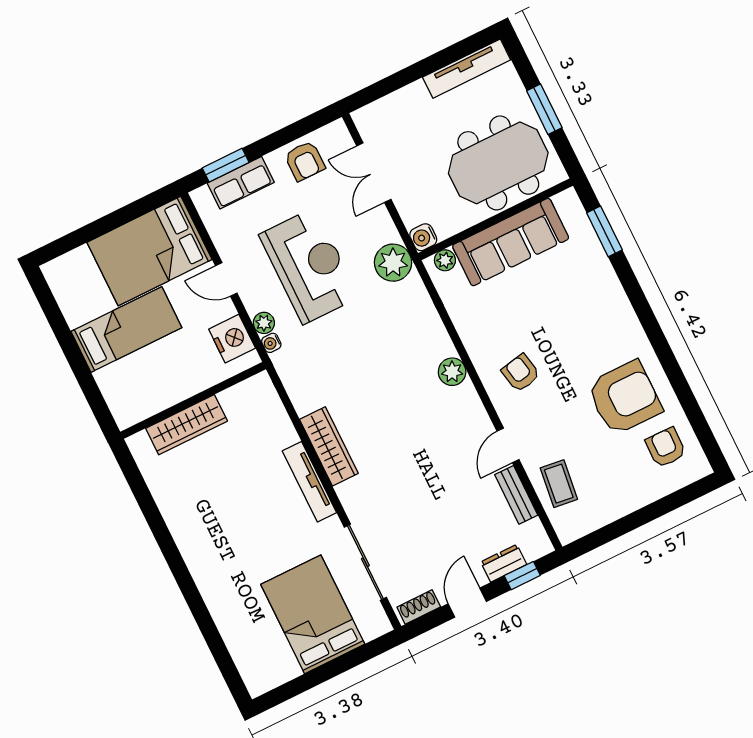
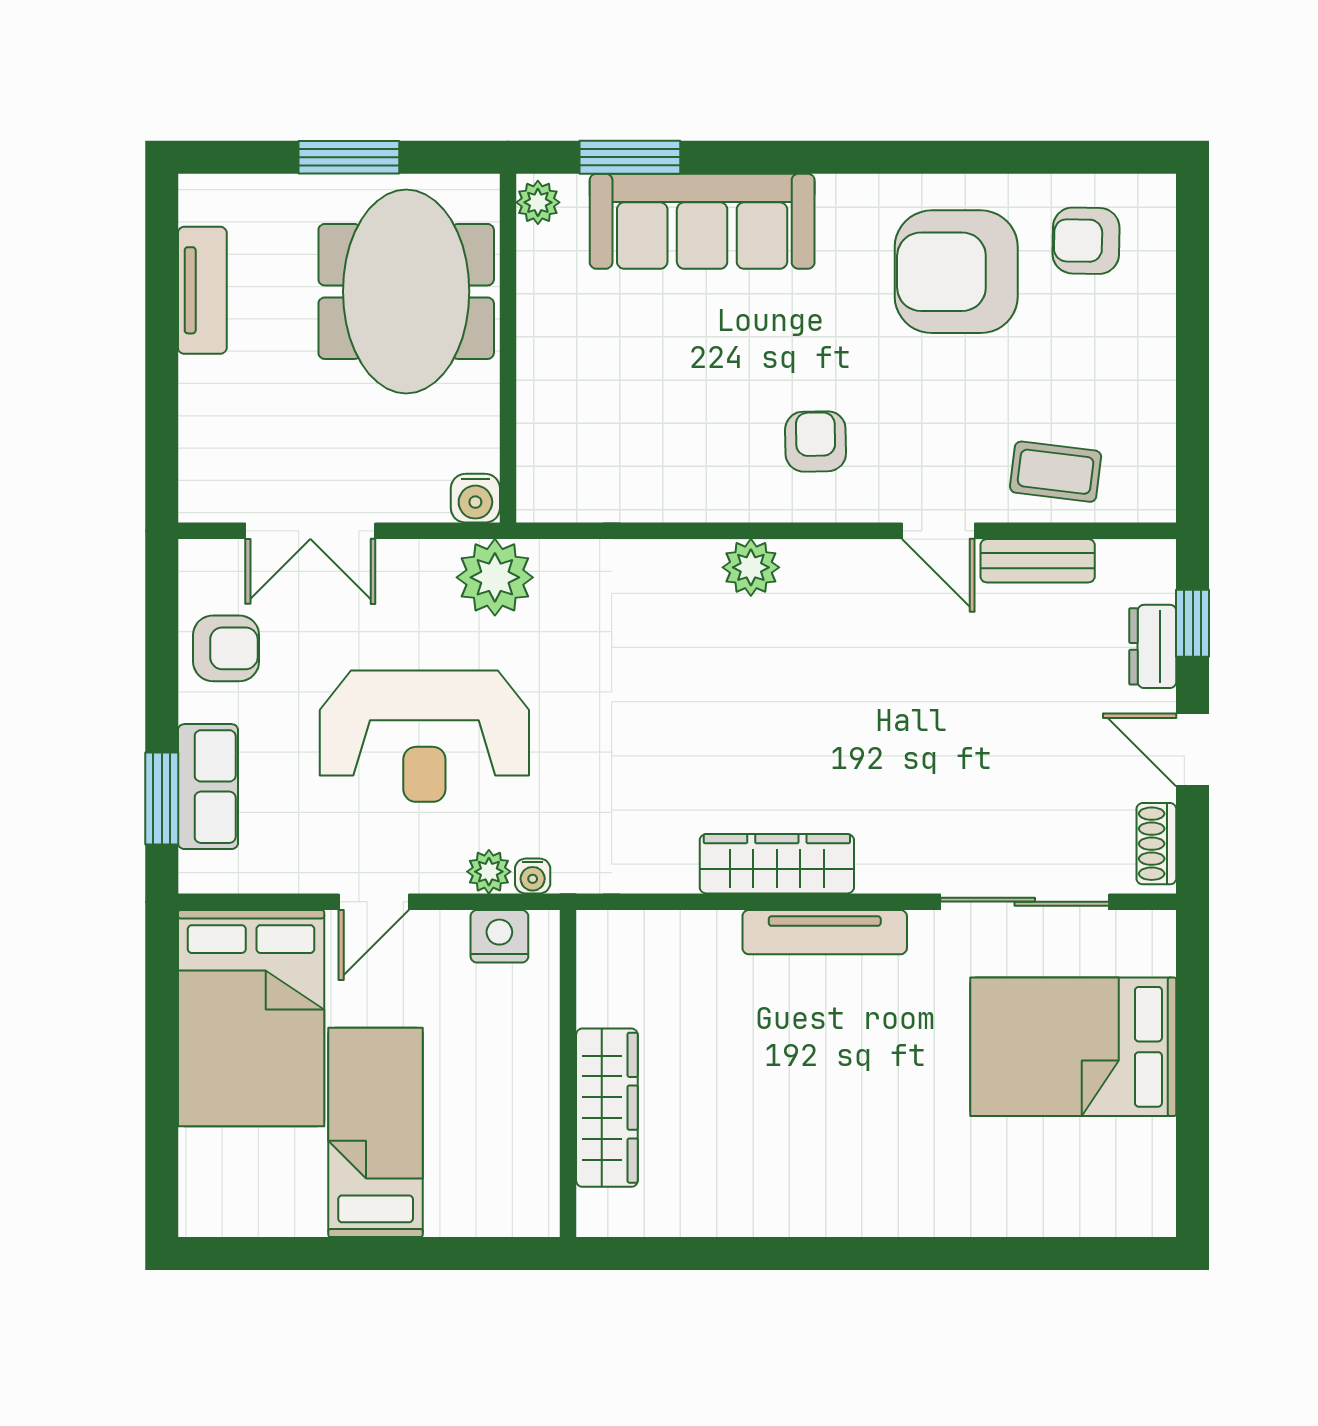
tv unit: (467, 69) -> (202, 290), width x0.71
sofa: (511, 242) -> (702, 221), moved, turned 90
plant: (445, 260) -> (538, 202), moved
reception desk: (309, 266) -> (424, 736), turned 180
nightstand: (232, 339) -> (499, 936), width x0.74, depth x0.75
armchair: (521, 373) -> (816, 441), turned 100
armchair: (624, 398) -> (956, 272), turned -90

